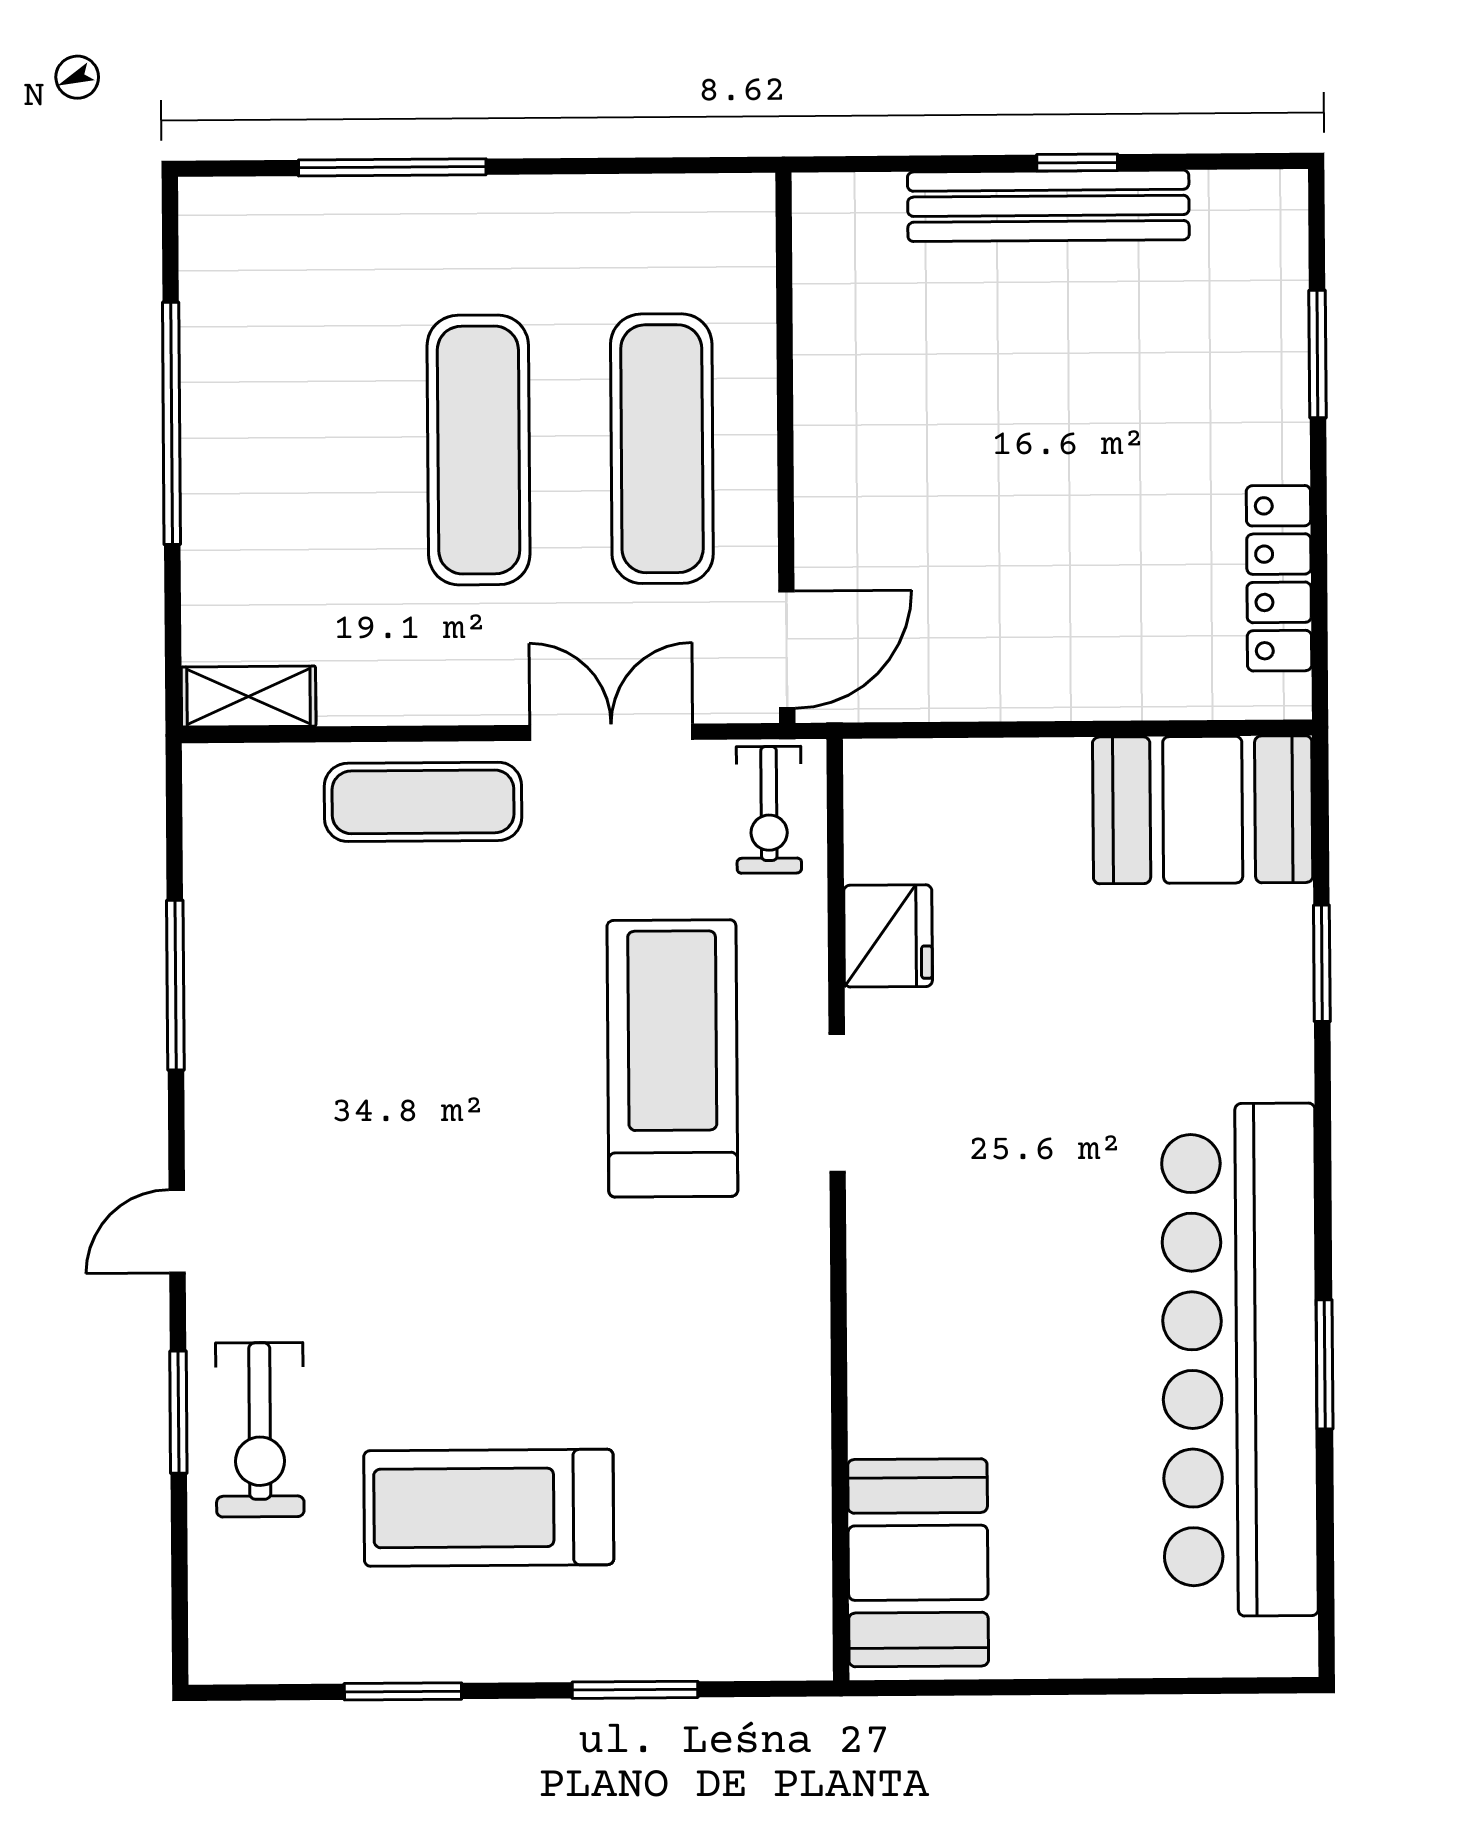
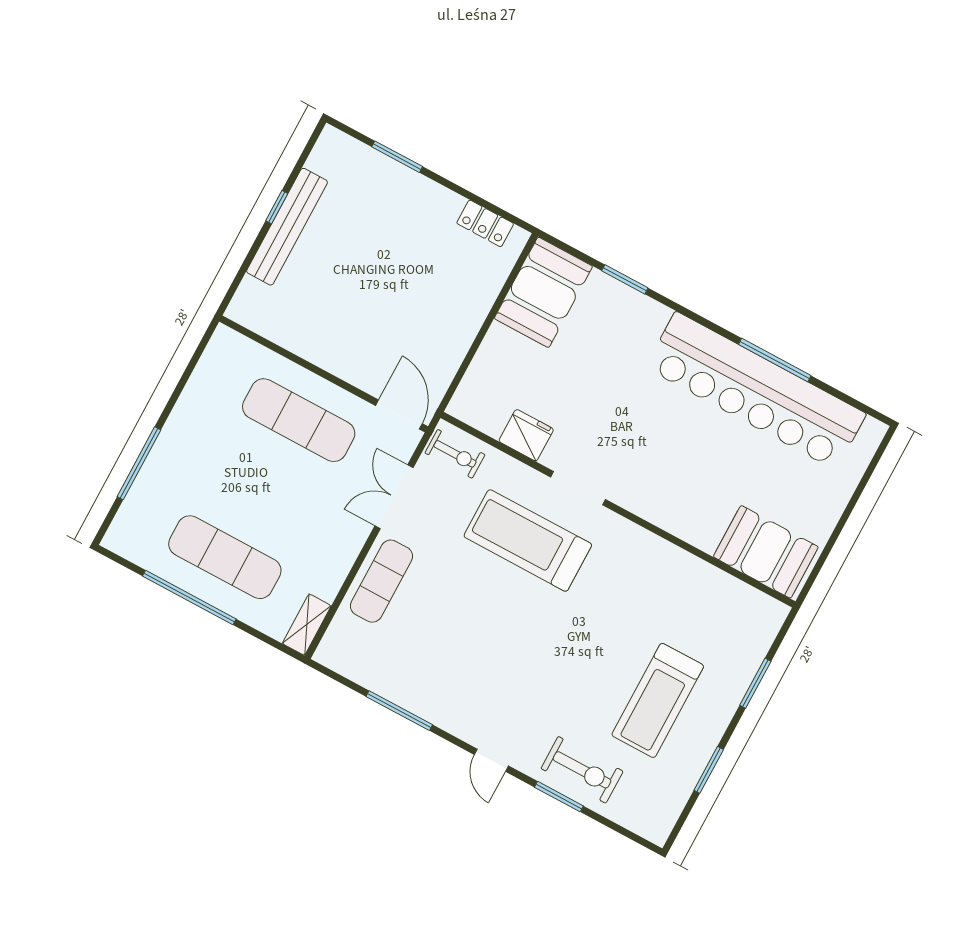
exercise mat: (479, 450) -> (225, 557), moved
locker: (1279, 578) -> (485, 223), width x0.66
window: (1325, 1364) -> (775, 360), width x1.44

